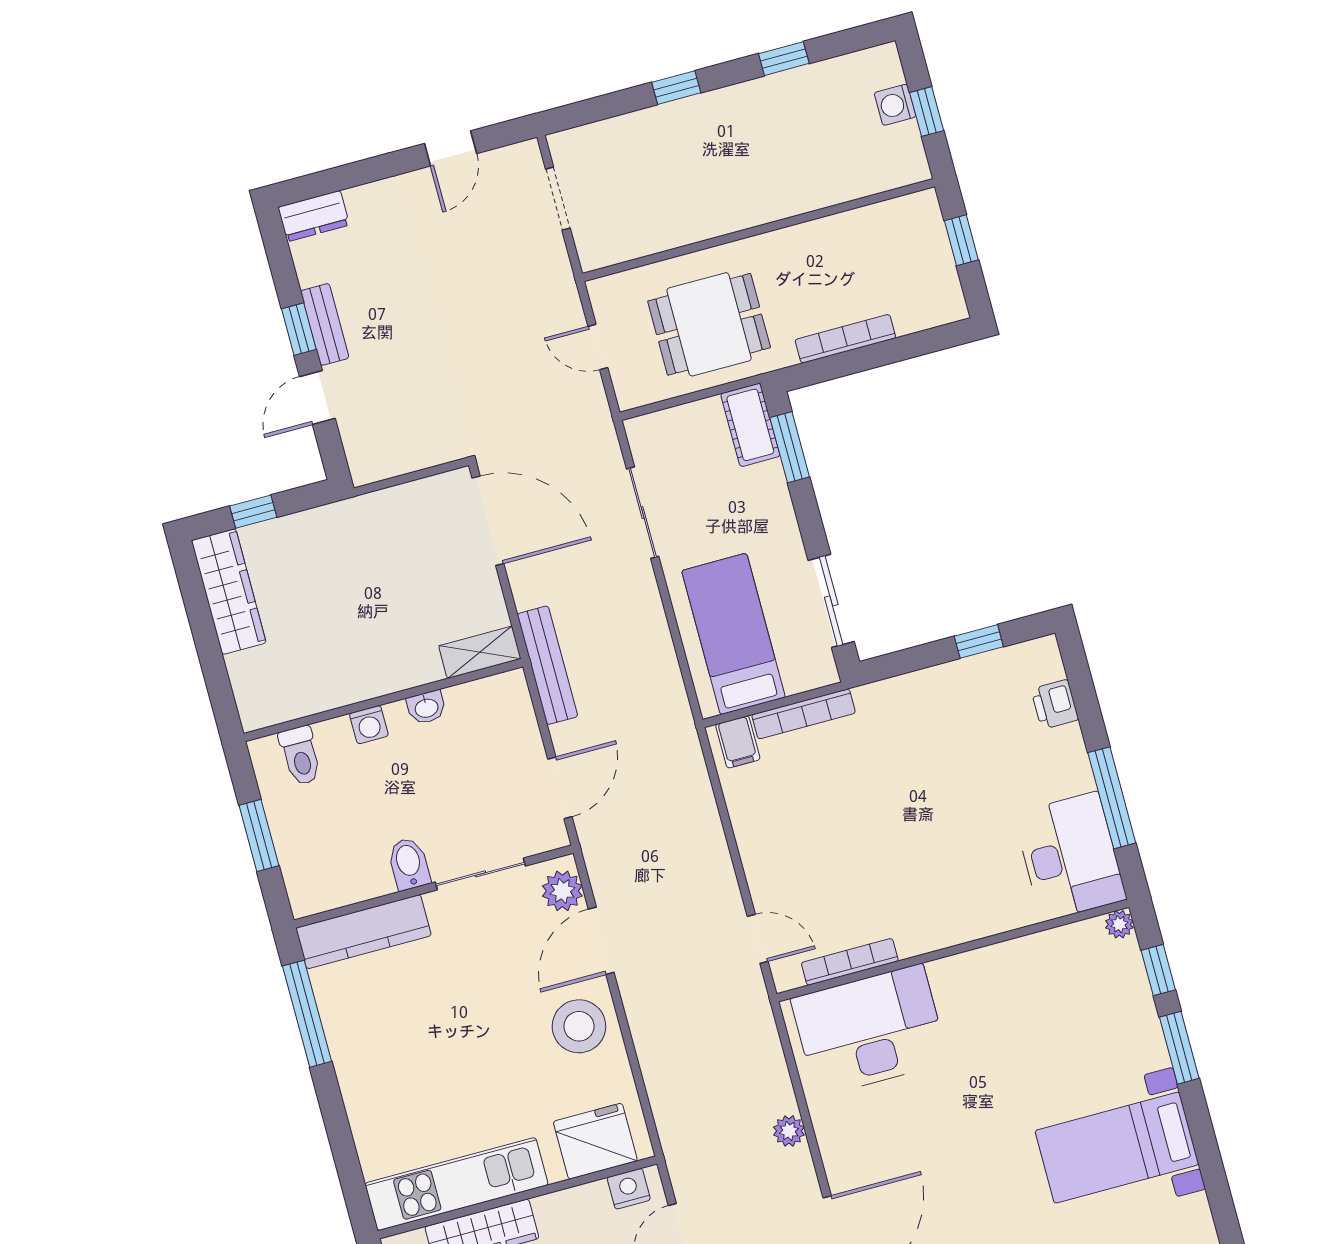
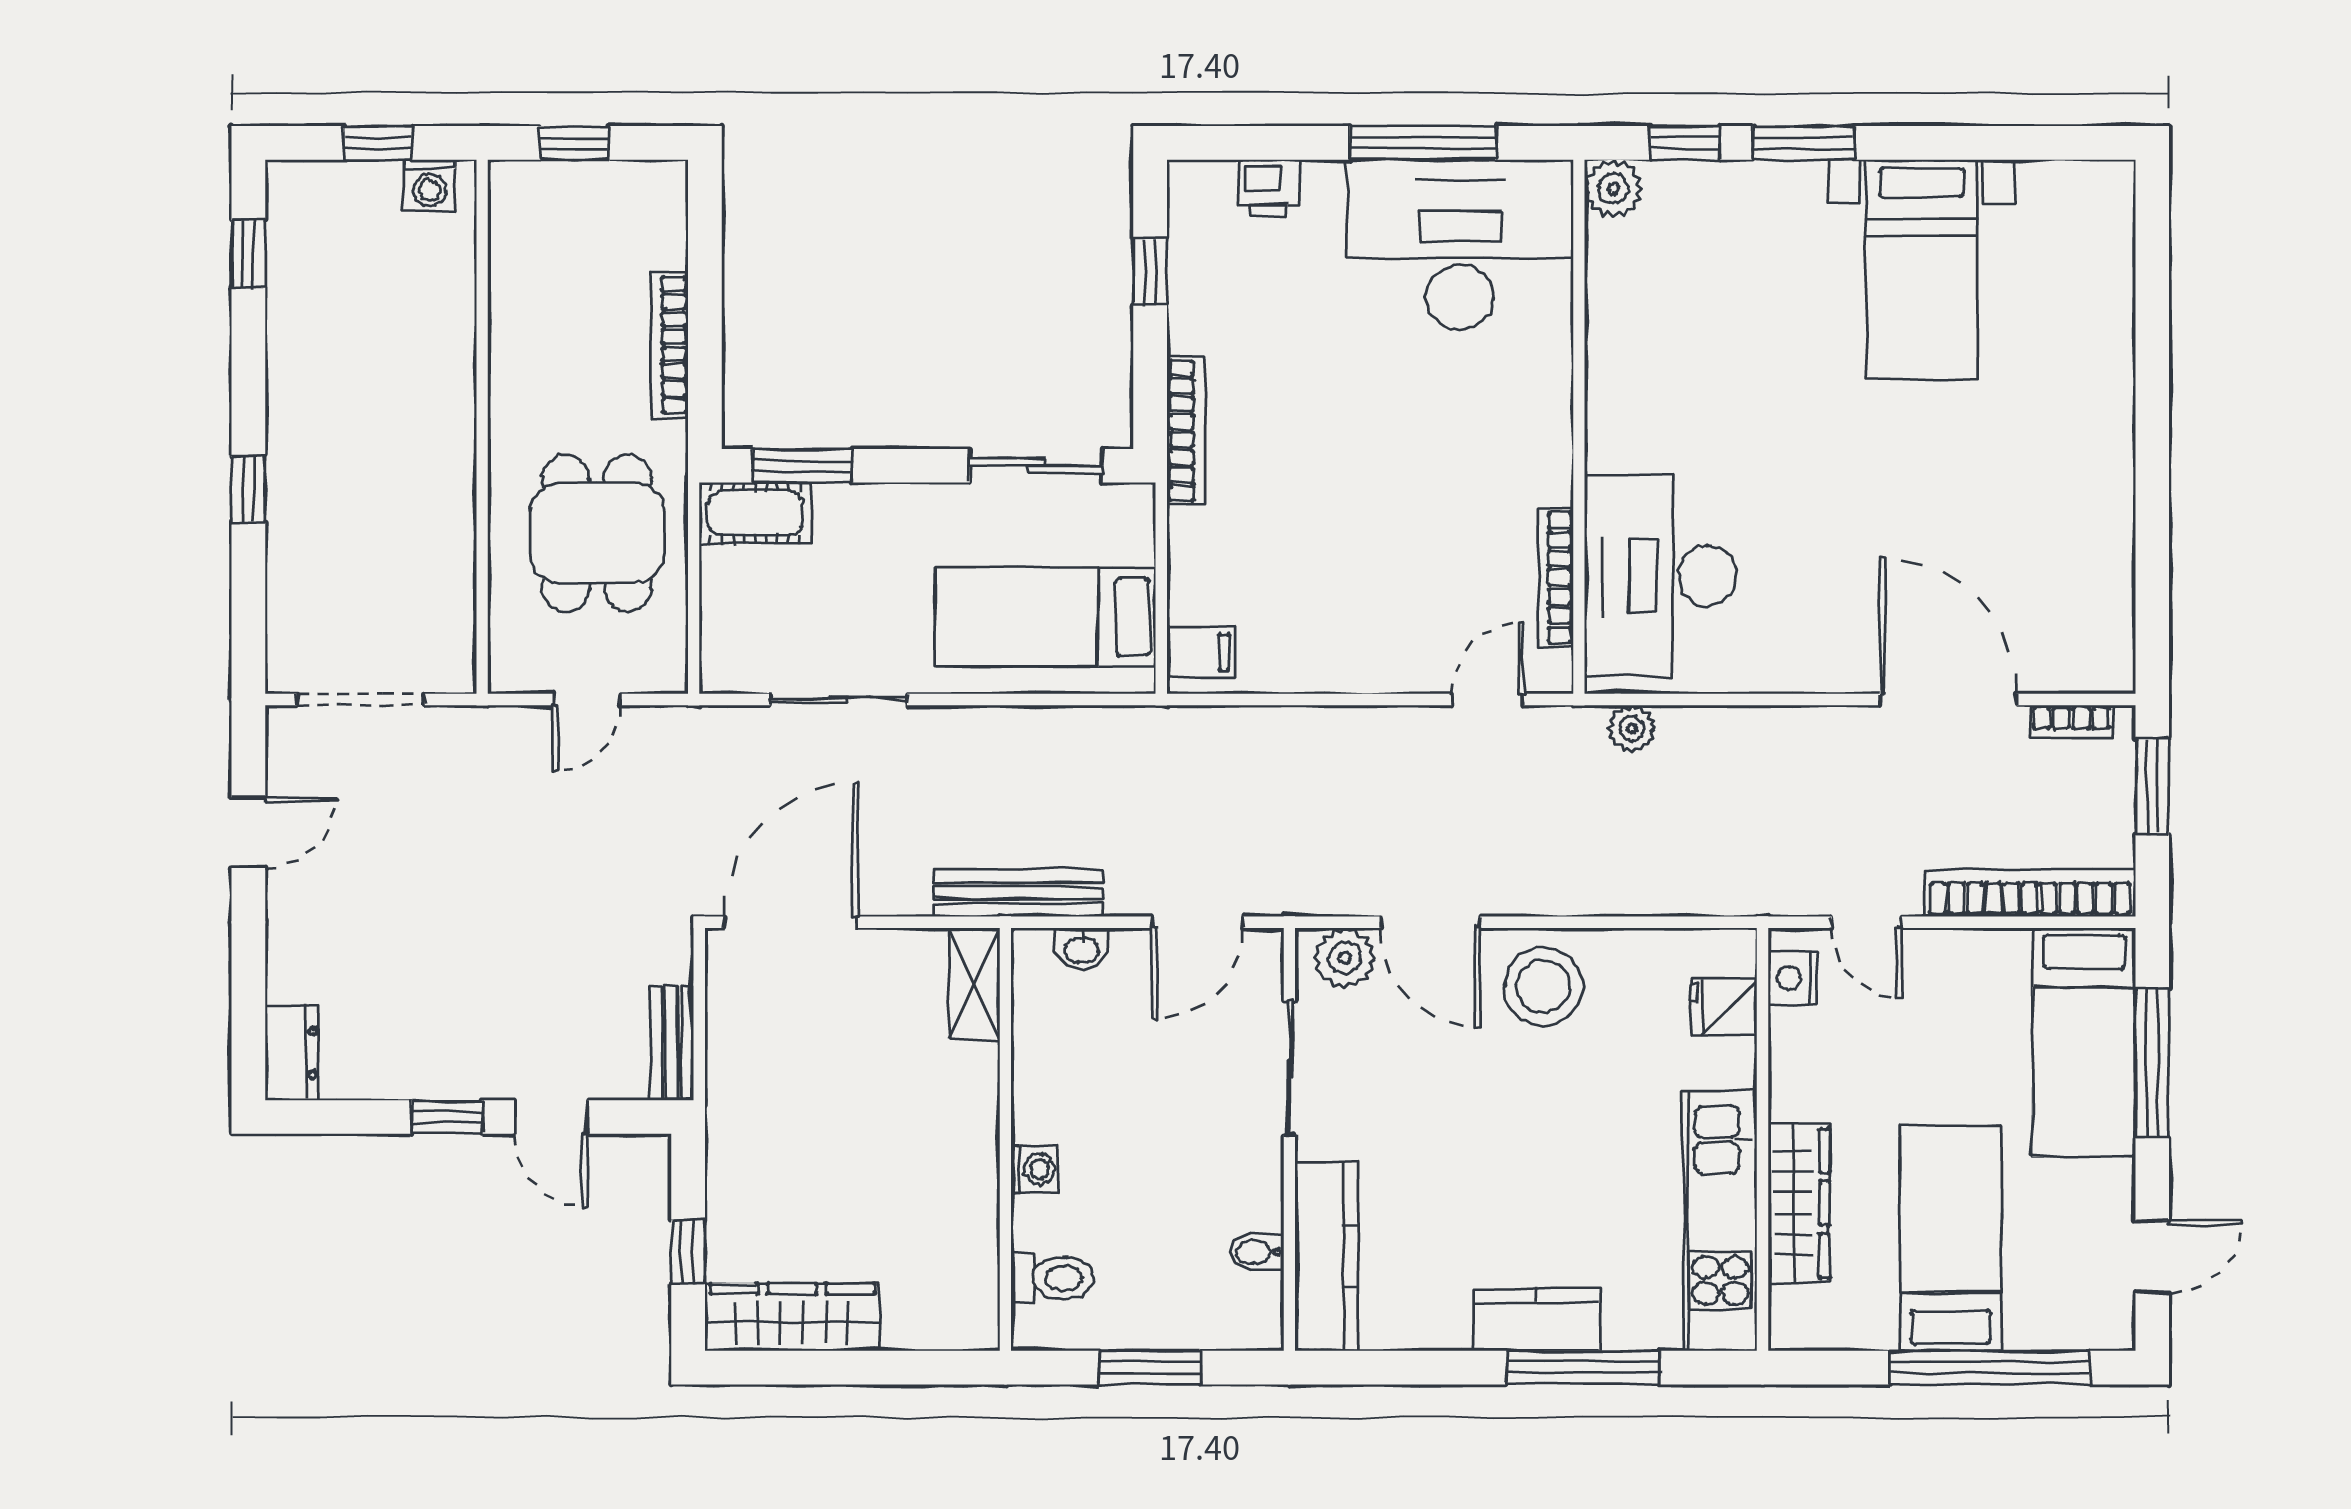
window: (784, 59) -> (248, 254), moved
washing machine: (895, 105) -> (430, 185), moved
door: (451, 148) -> (248, 833), hinge flipped
doorway: (558, 199) -> (361, 700), width x1.38
bench: (325, 324) -> (672, 1043), moved, turned 90
washbasin: (426, 707) -> (1081, 949), moved, turned 90
bookcase: (804, 714) -> (1186, 431), moved
door: (560, 788) -> (1198, 922), swing flipped
desk: (1070, 856) -> (1460, 244), width x1.36, depth x1.30
bidet: (409, 864) -> (1257, 1252), moved, width x0.72, depth x0.74
plant: (1119, 924) -> (1613, 188), width x1.38, depth x1.38
window: (307, 1014) -> (1583, 1368), moved
kitchen counter: (359, 1081) -> (1536, 1319), added
plant: (789, 1131) -> (1632, 729), moved
fridge: (595, 1141) -> (1724, 1007), width x0.53, depth x0.75

